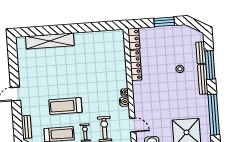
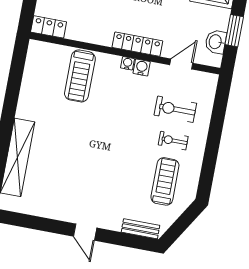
locker: (136, 65) -> (137, 44), moved
treadmill: (65, 106) -> (80, 76), moved

